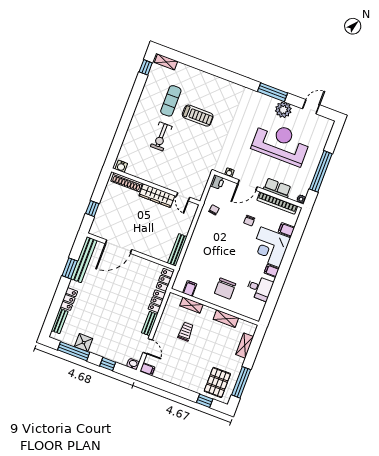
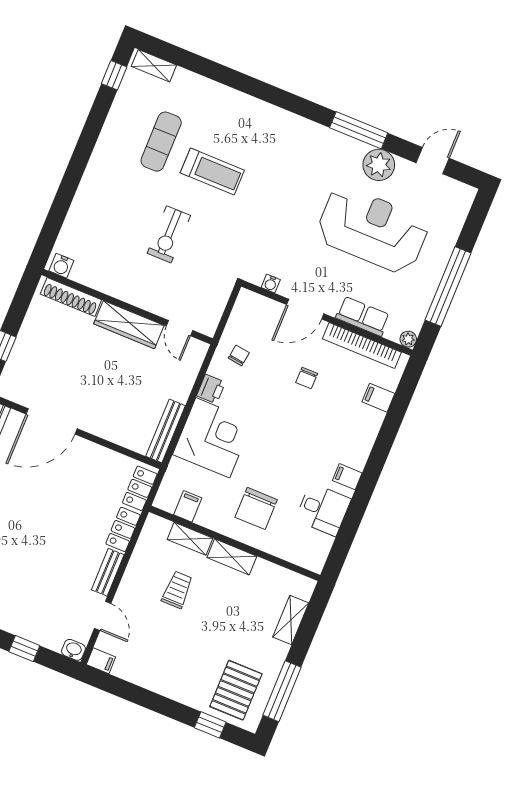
exercise bike: (161, 136) -> (169, 234), moved
printer: (217, 182) -> (211, 389), moved
corner desk: (270, 247) -> (213, 438), moved, turned 180
shelving: (226, 319) -> (232, 557), moved

